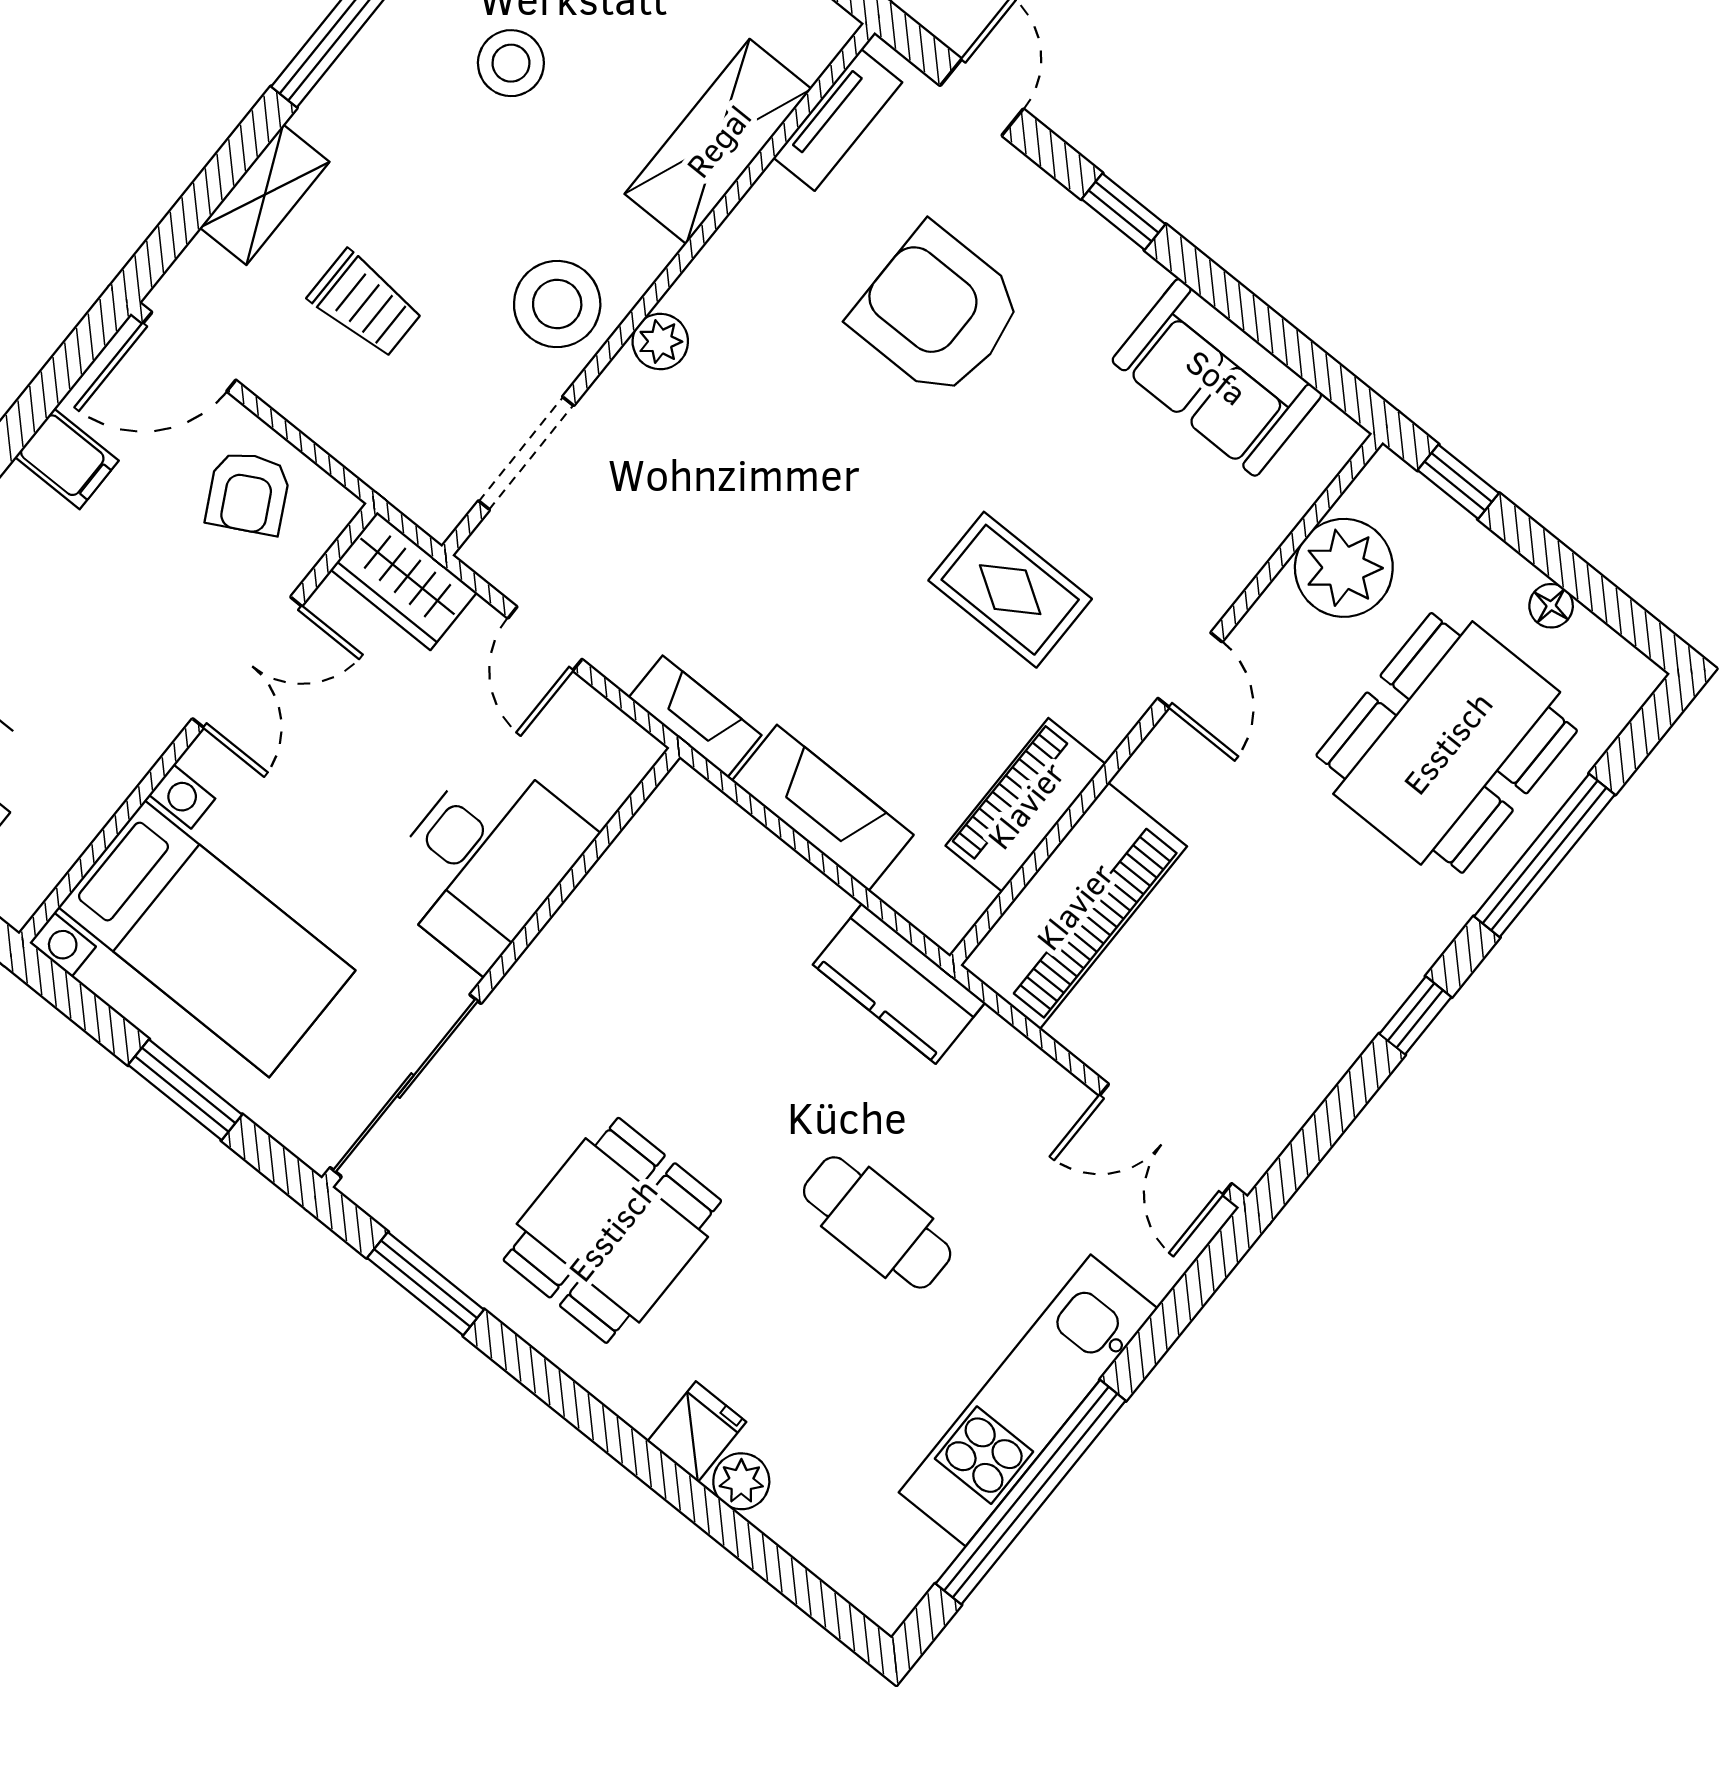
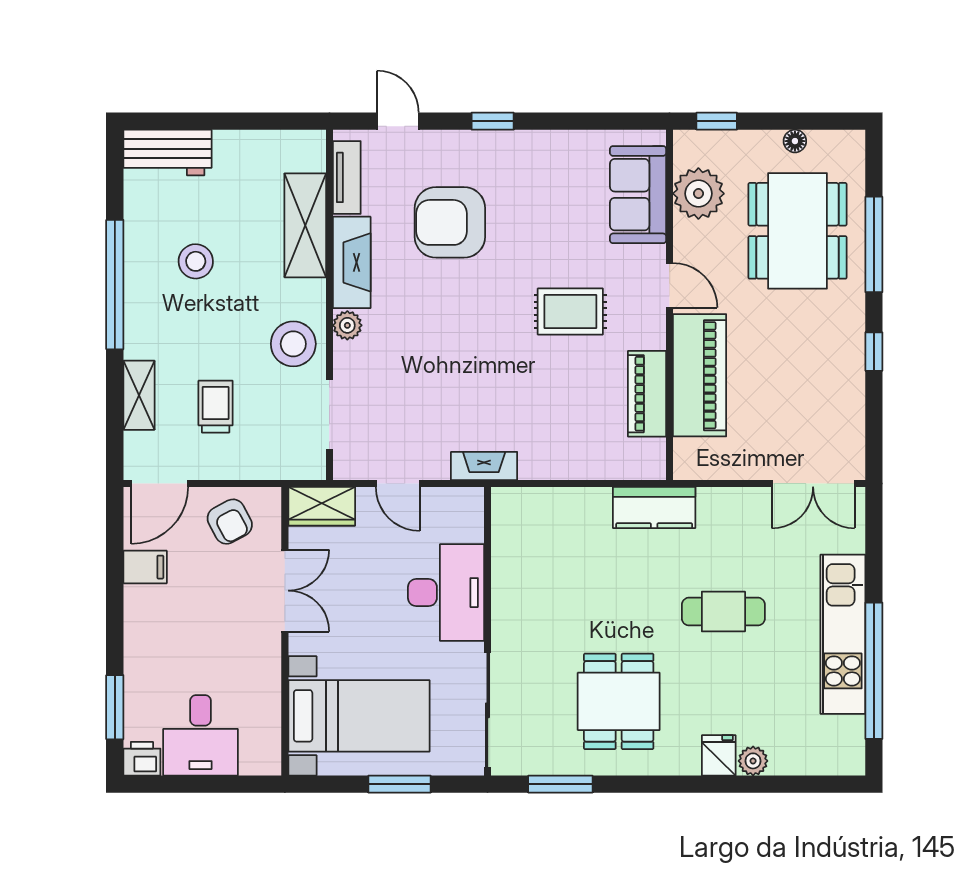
trolley: (365, 304) -> (216, 407), turned -90
sofa: (1217, 377) -> (638, 195), moved, turned 90
fireplace: (823, 808) -> (352, 262), moved, turned 90
piano: (1074, 906) -> (700, 375), moved

